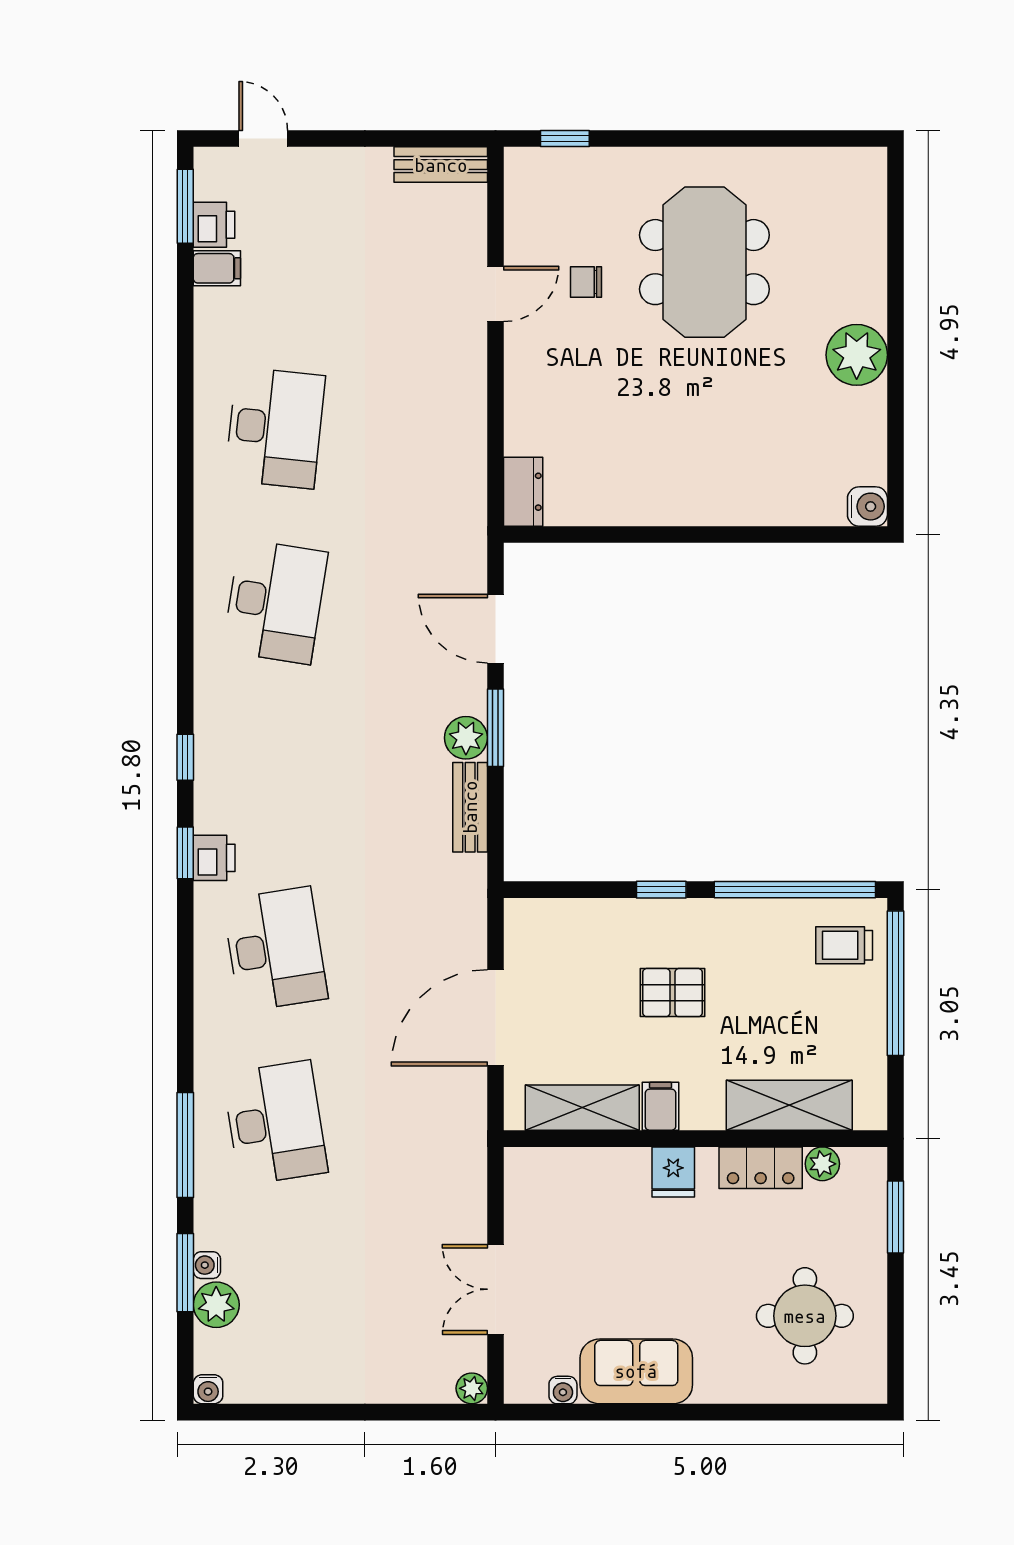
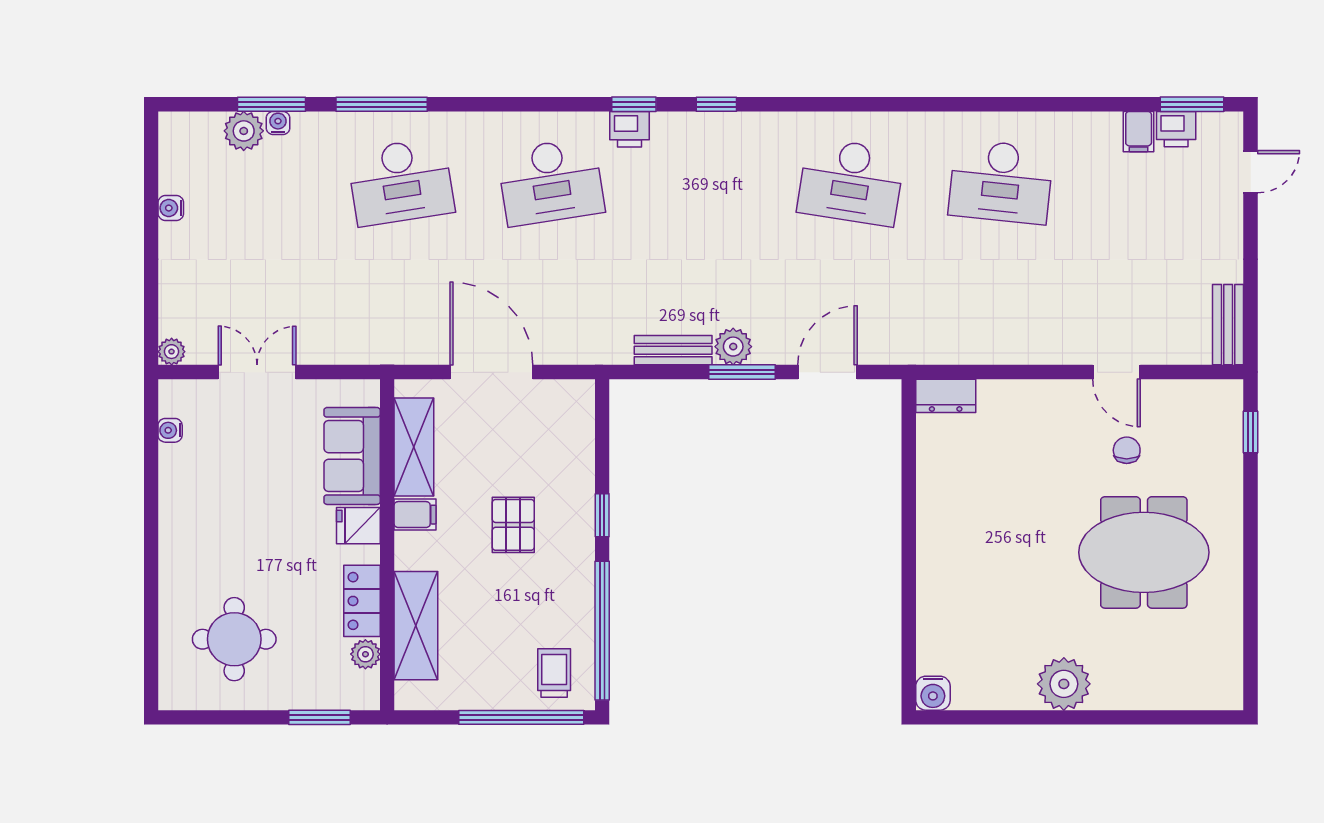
sofa: (636, 1371) -> (352, 456), moved, turned 180
water cooler: (208, 1389) -> (171, 208), moved

